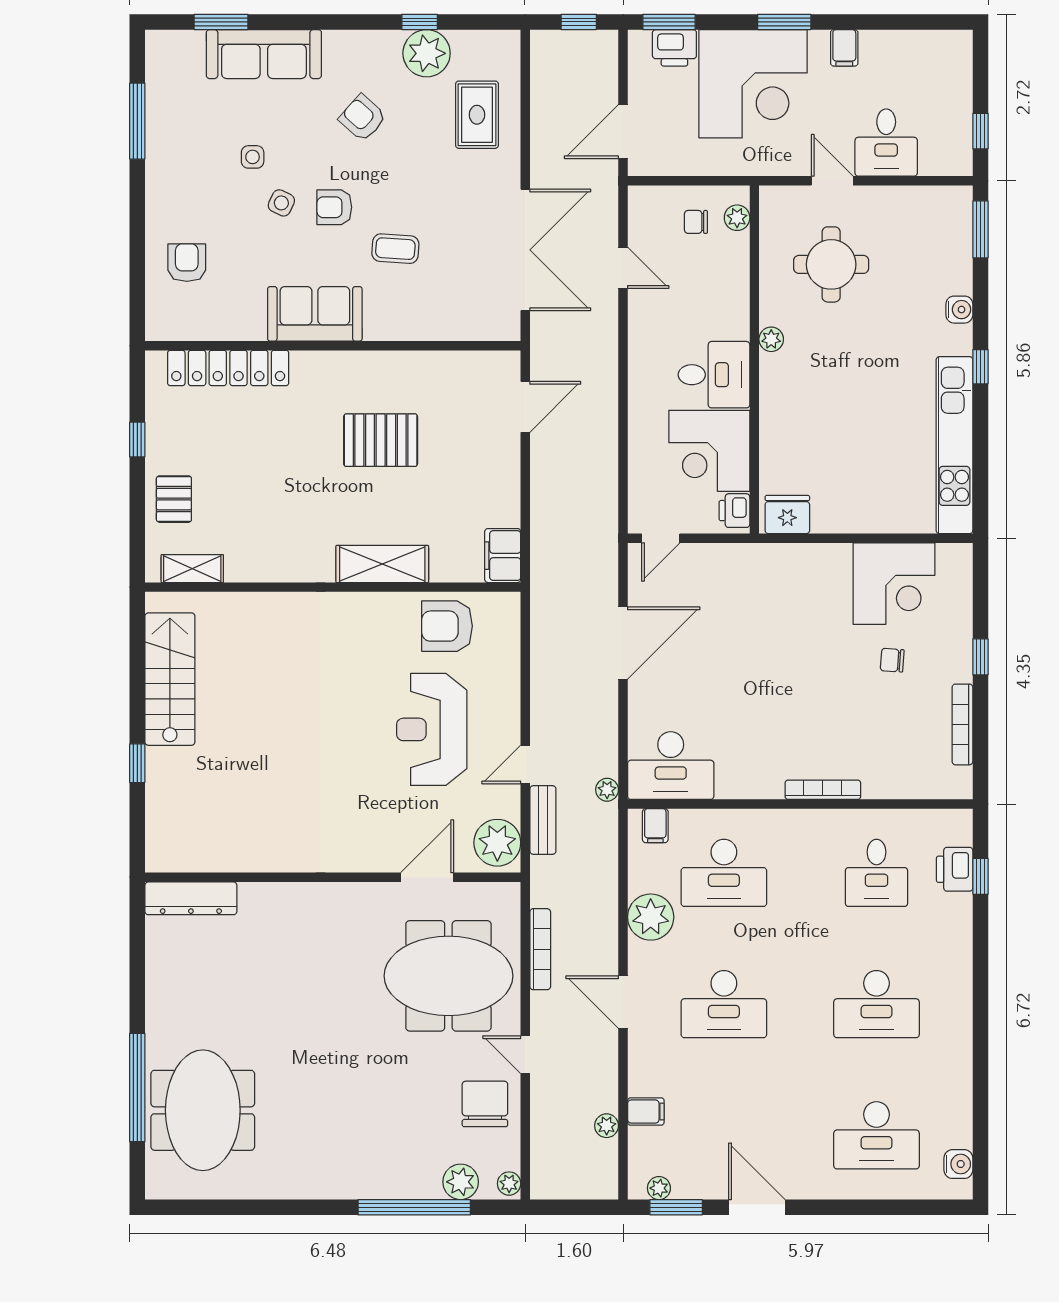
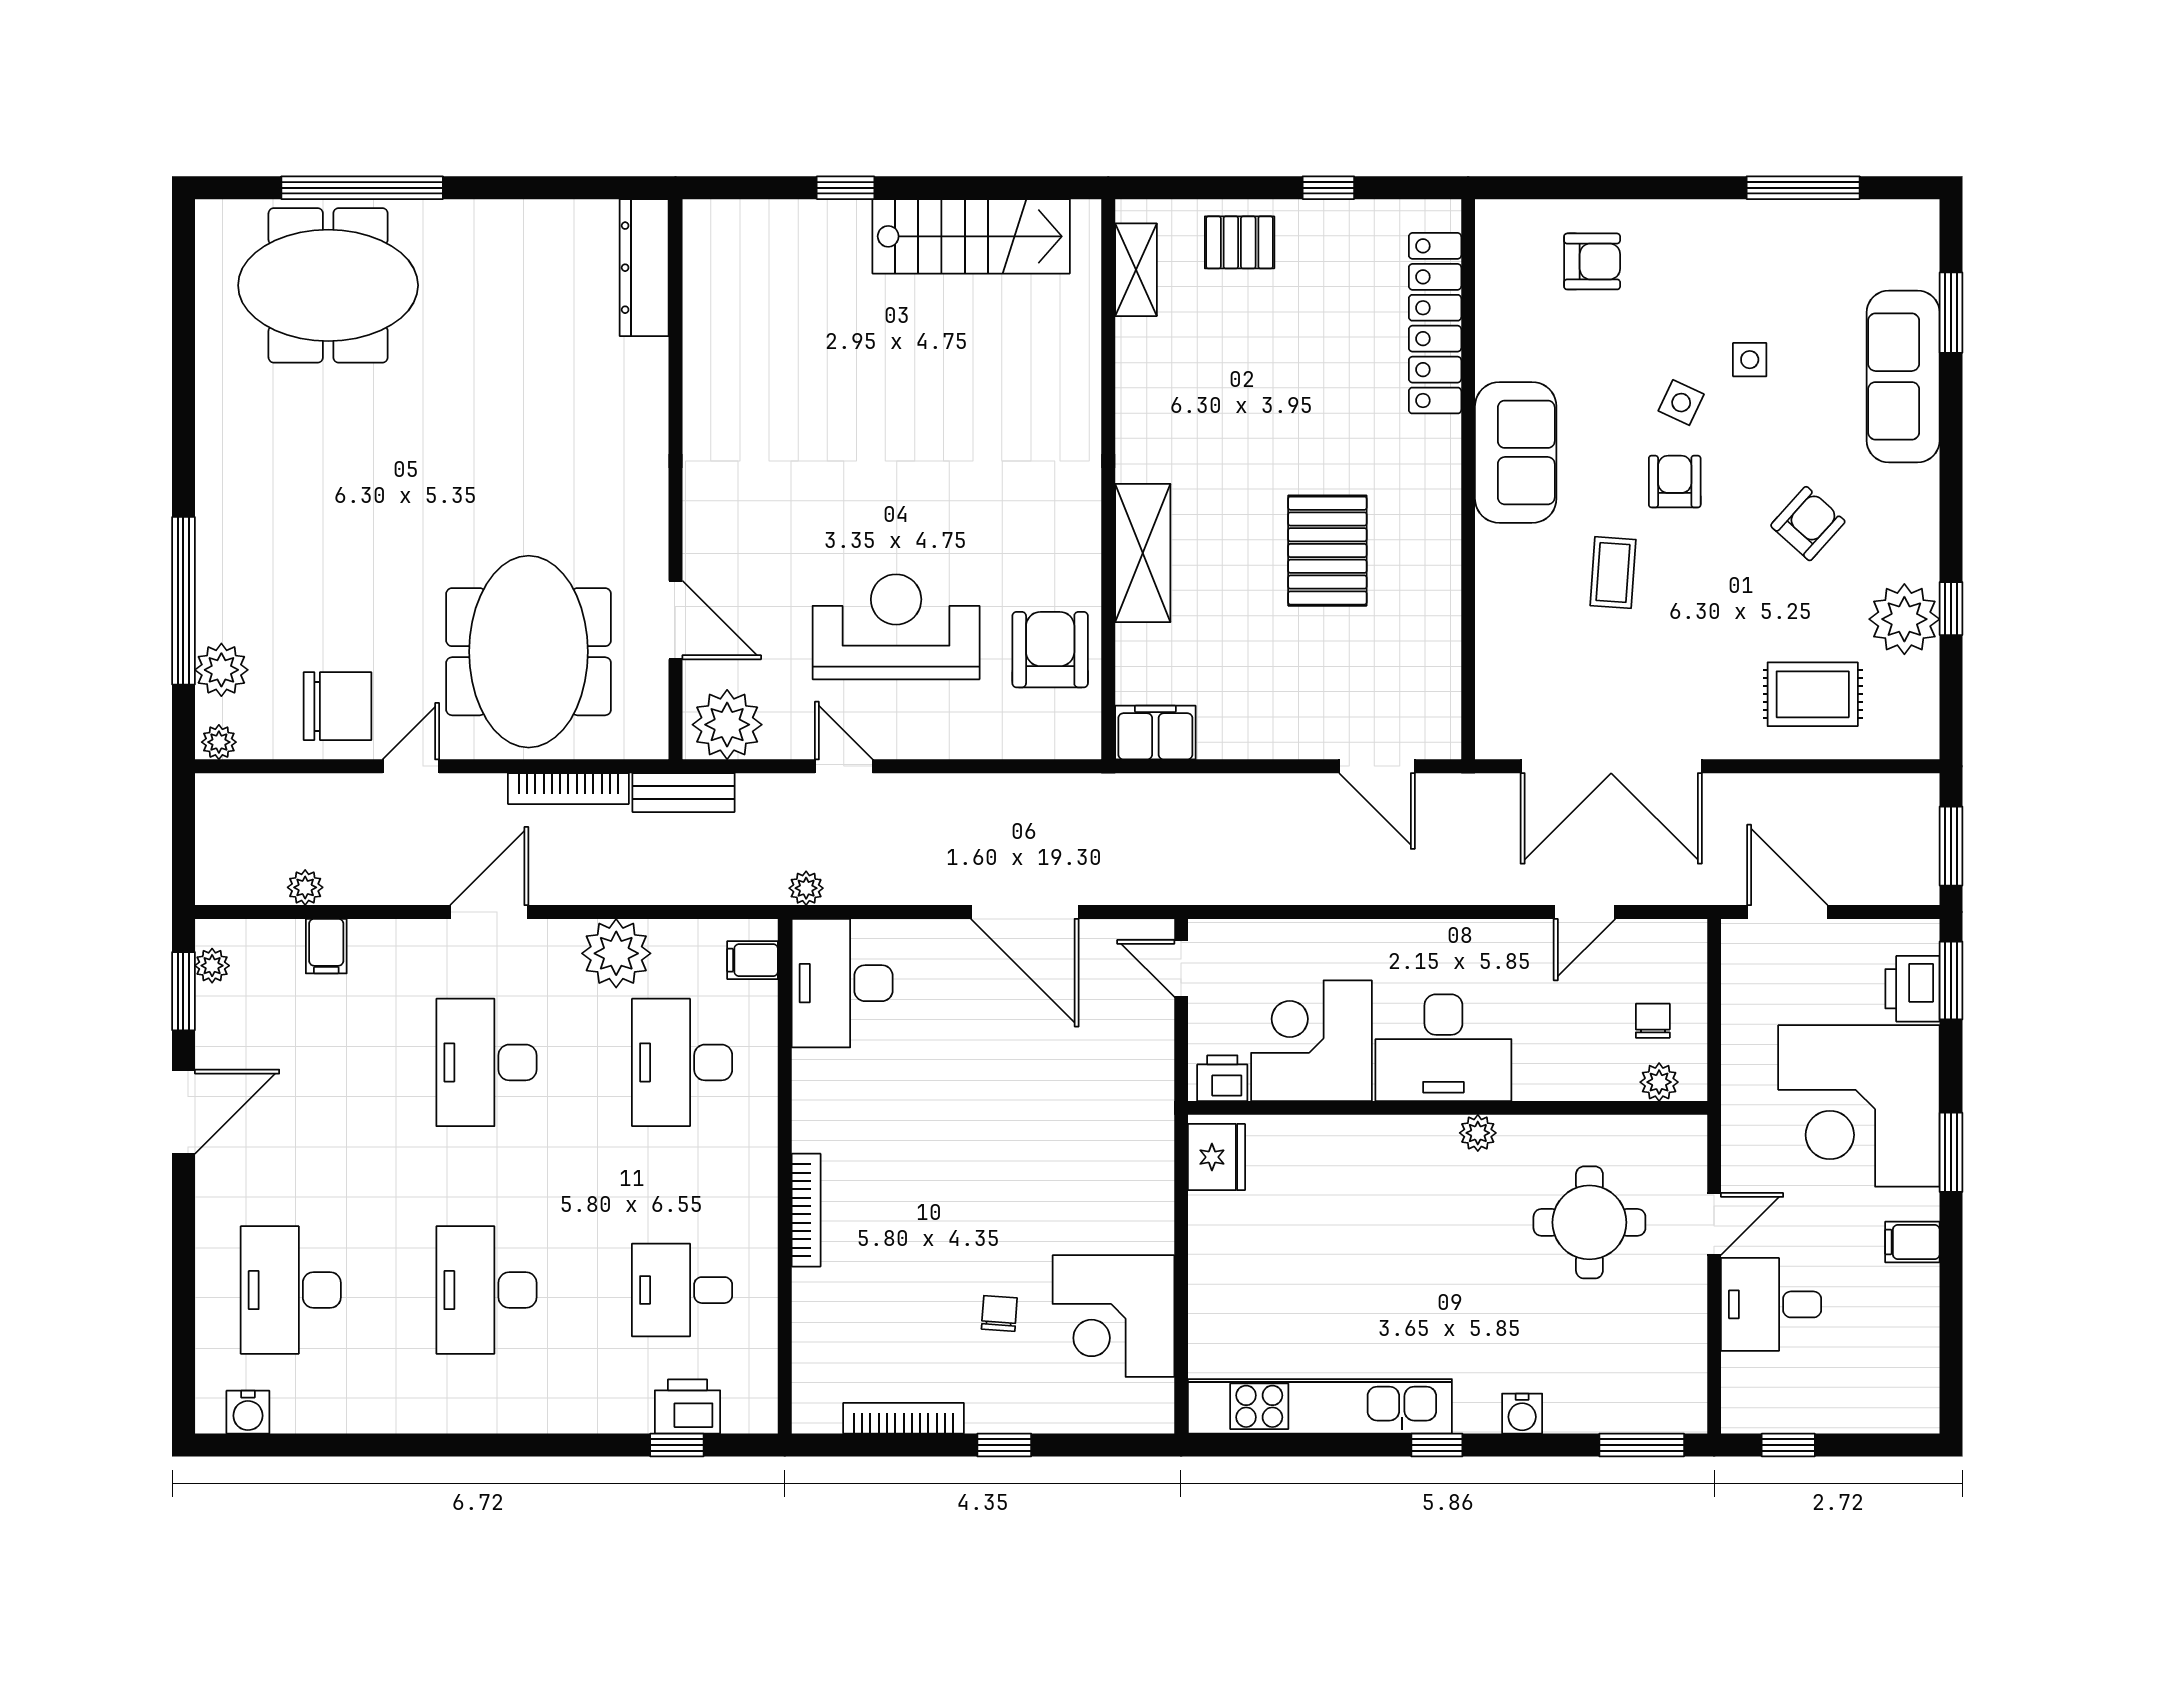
window: (579, 22) -> (1951, 846), width x1.50
desk: (714, 375) -> (1443, 1048), width x1.37
bench: (543, 820) -> (684, 793), moved

